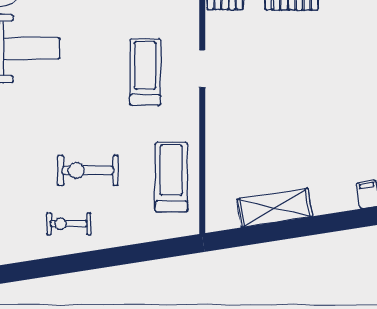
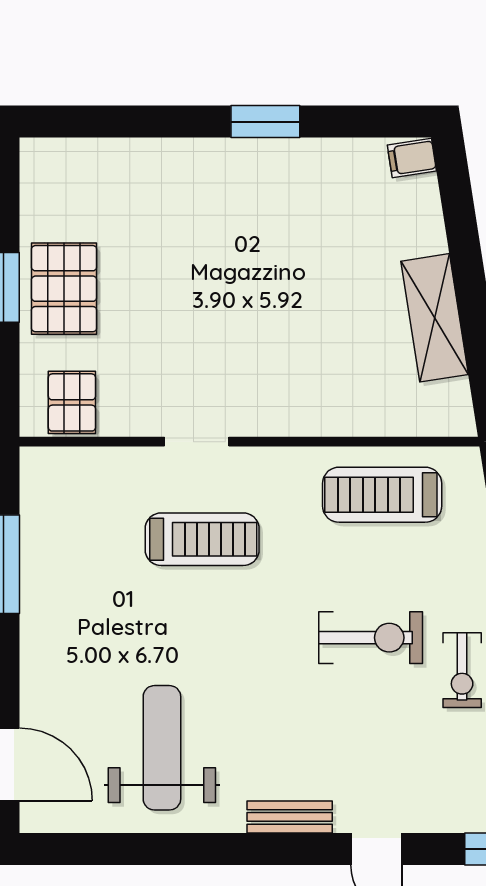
treadmill: (145, 72) -> (202, 539), turned 180
exercise bike: (88, 170) -> (371, 638), turned -90

